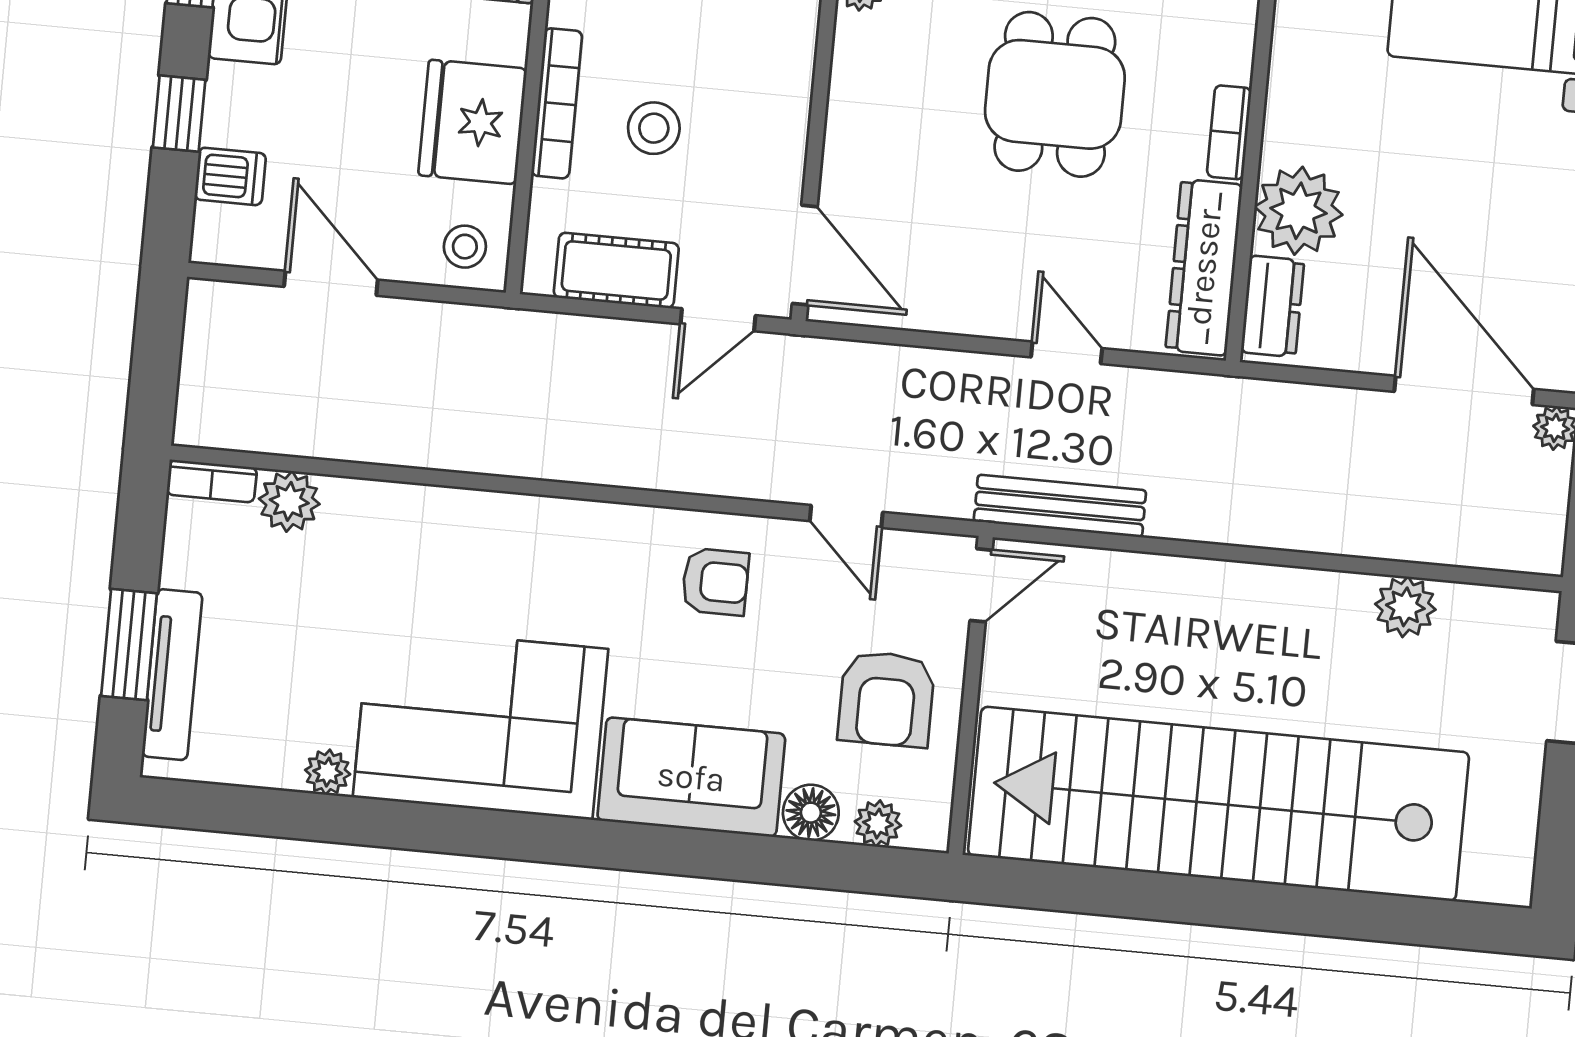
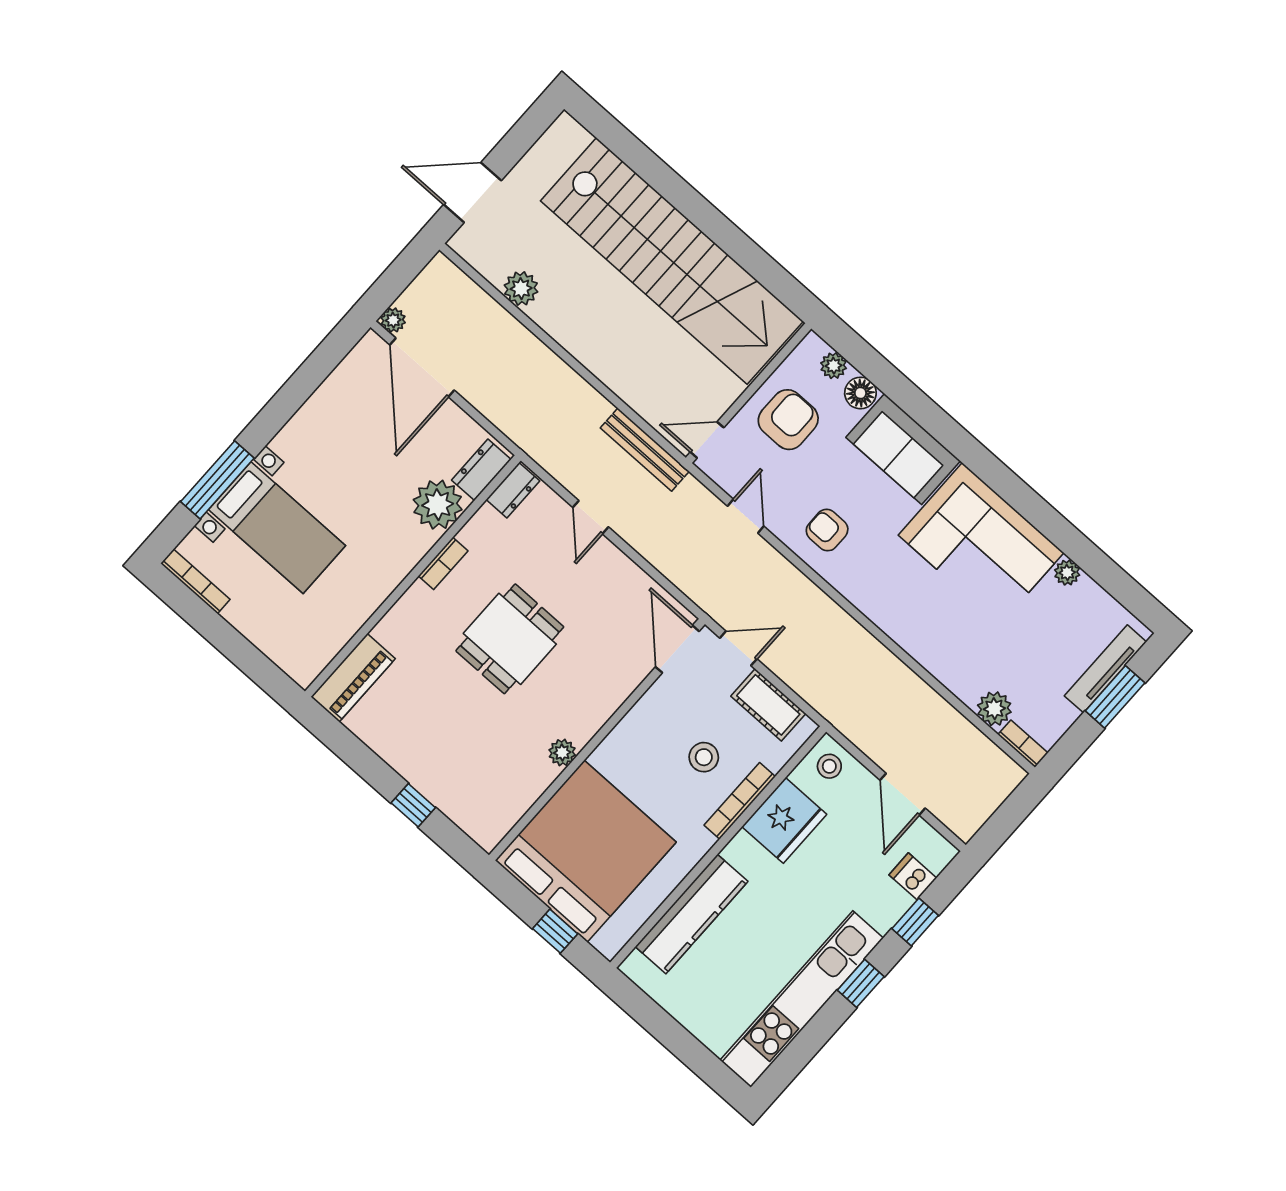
dresser: (1204, 267) -> (513, 490), width x0.51, depth x0.80

